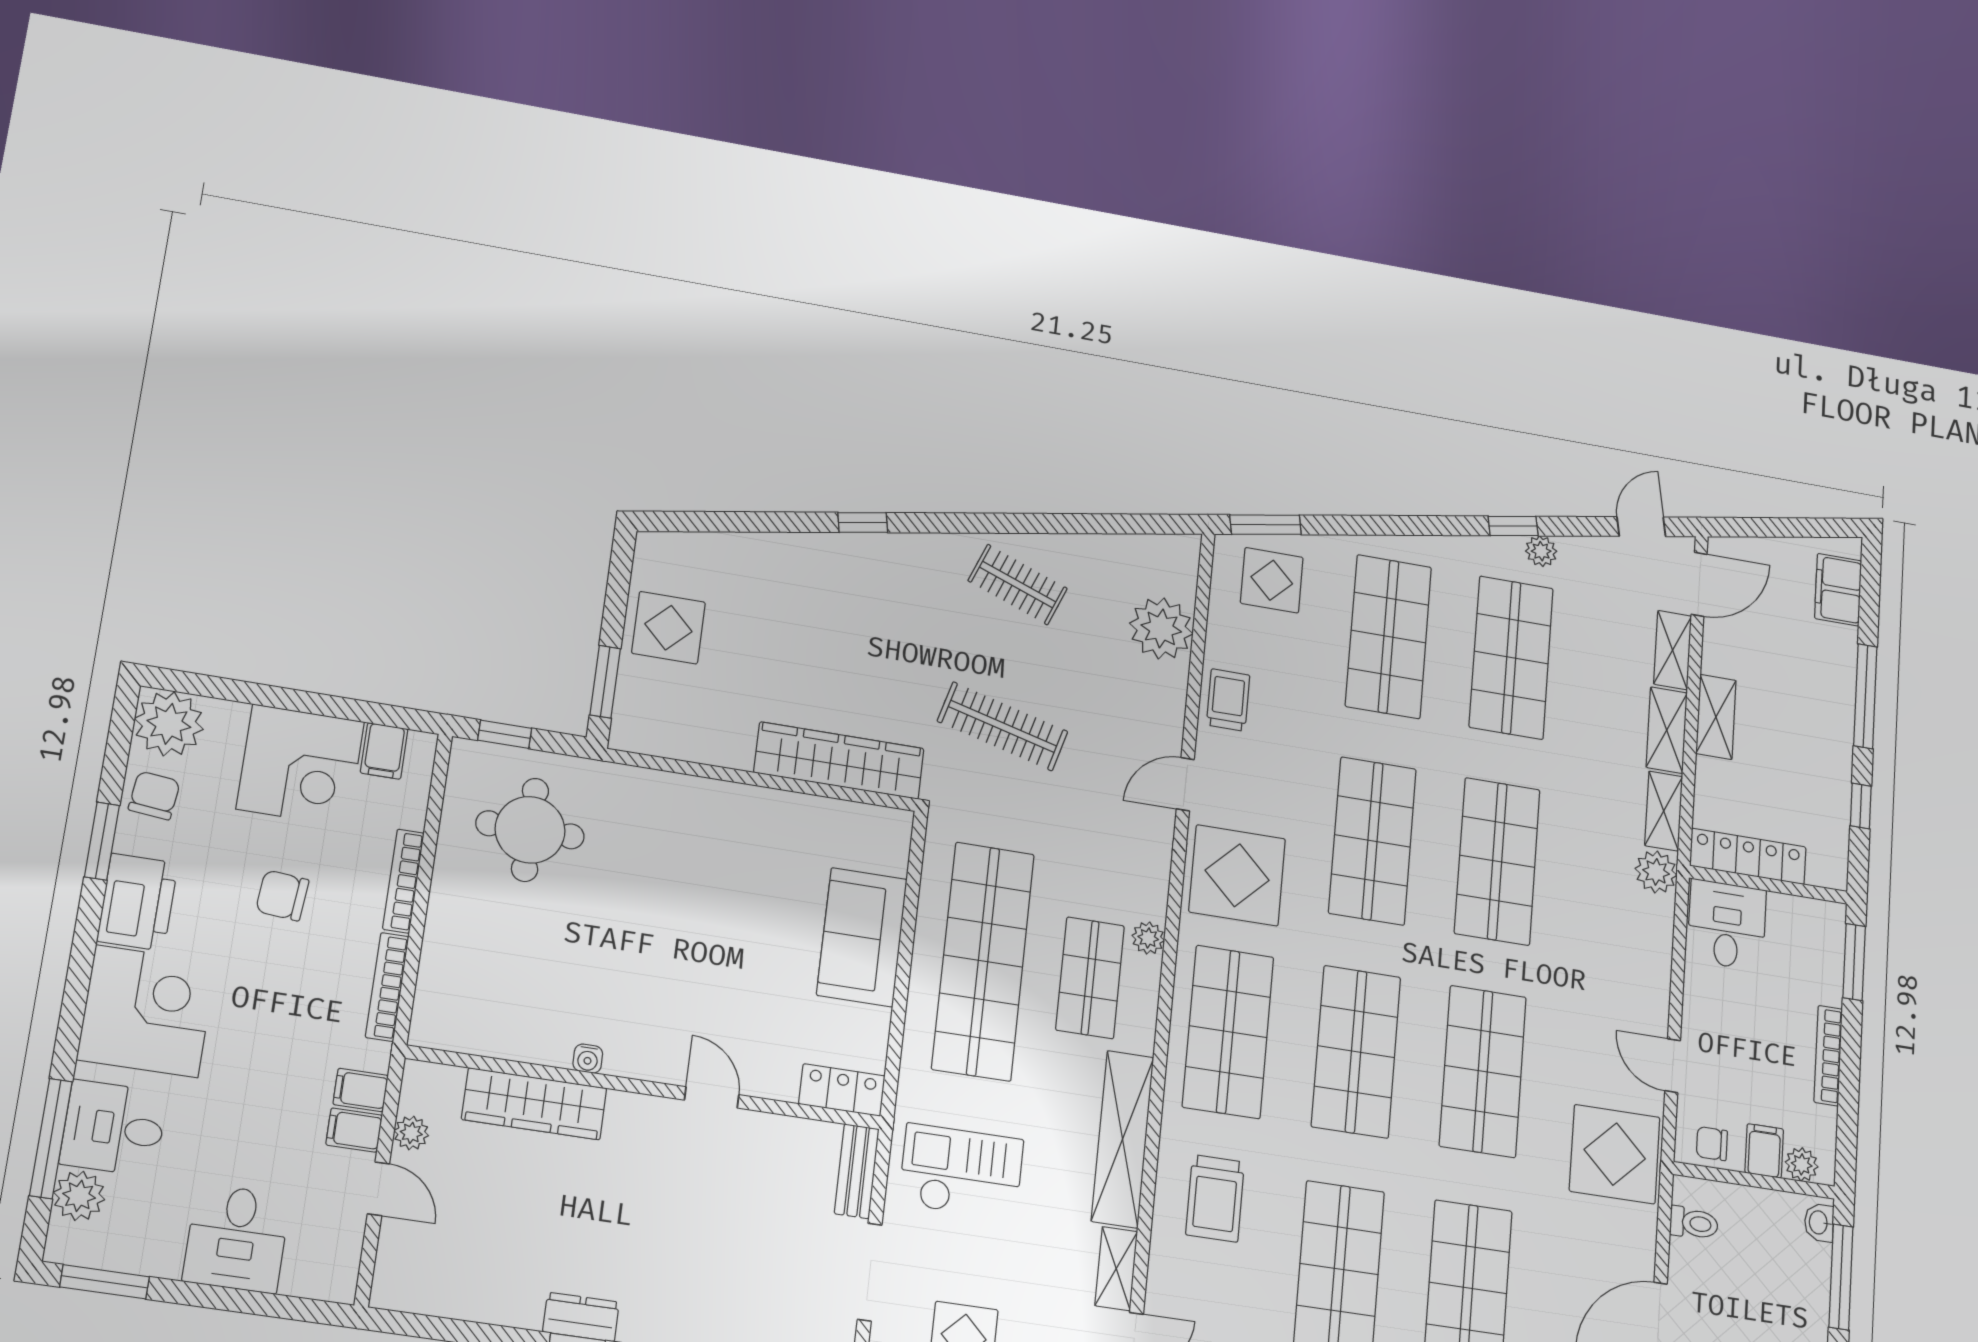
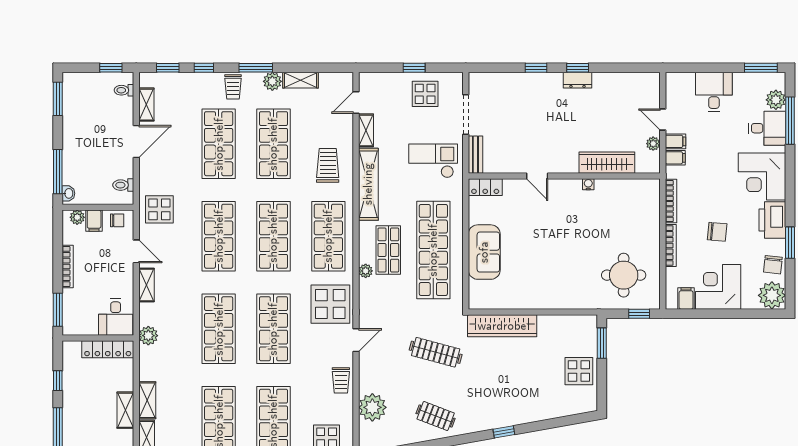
shelving: (1664, 811) -> (146, 285), moved
display table: (1615, 1154) -> (159, 209), width x0.73, depth x0.73
checkout: (961, 1172) -> (433, 161), turned 180

